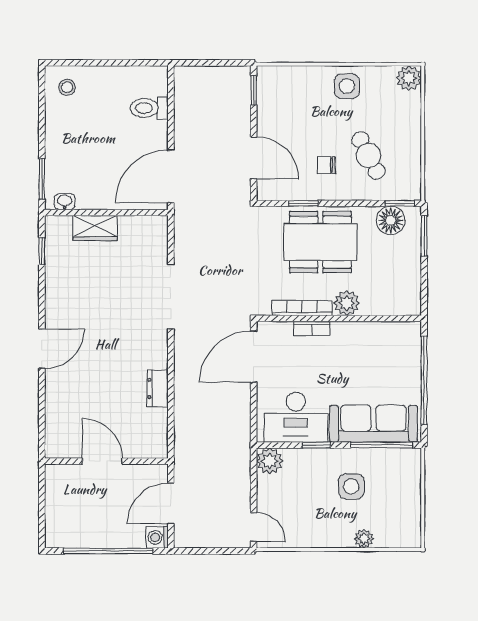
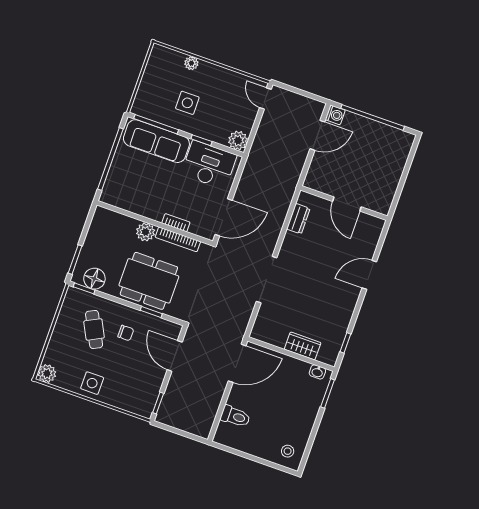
door: (102, 461) -> (347, 204), moved
wall: (106, 461) -> (344, 203), moved

